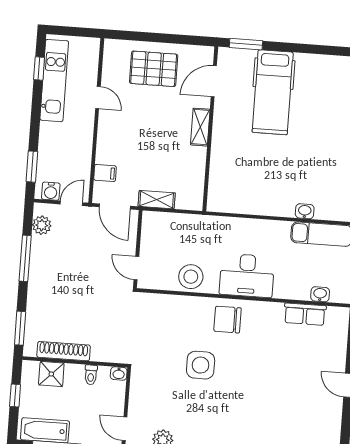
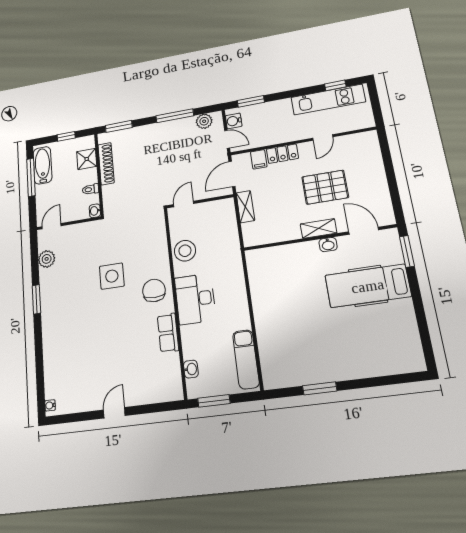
pallet: (154, 69) -> (325, 187), moved, turned 90
locker: (105, 145) -> (282, 154), added
washbasin: (305, 211) -> (328, 245), moved, turned 90
row of seats: (305, 314) -> (168, 333), moved

